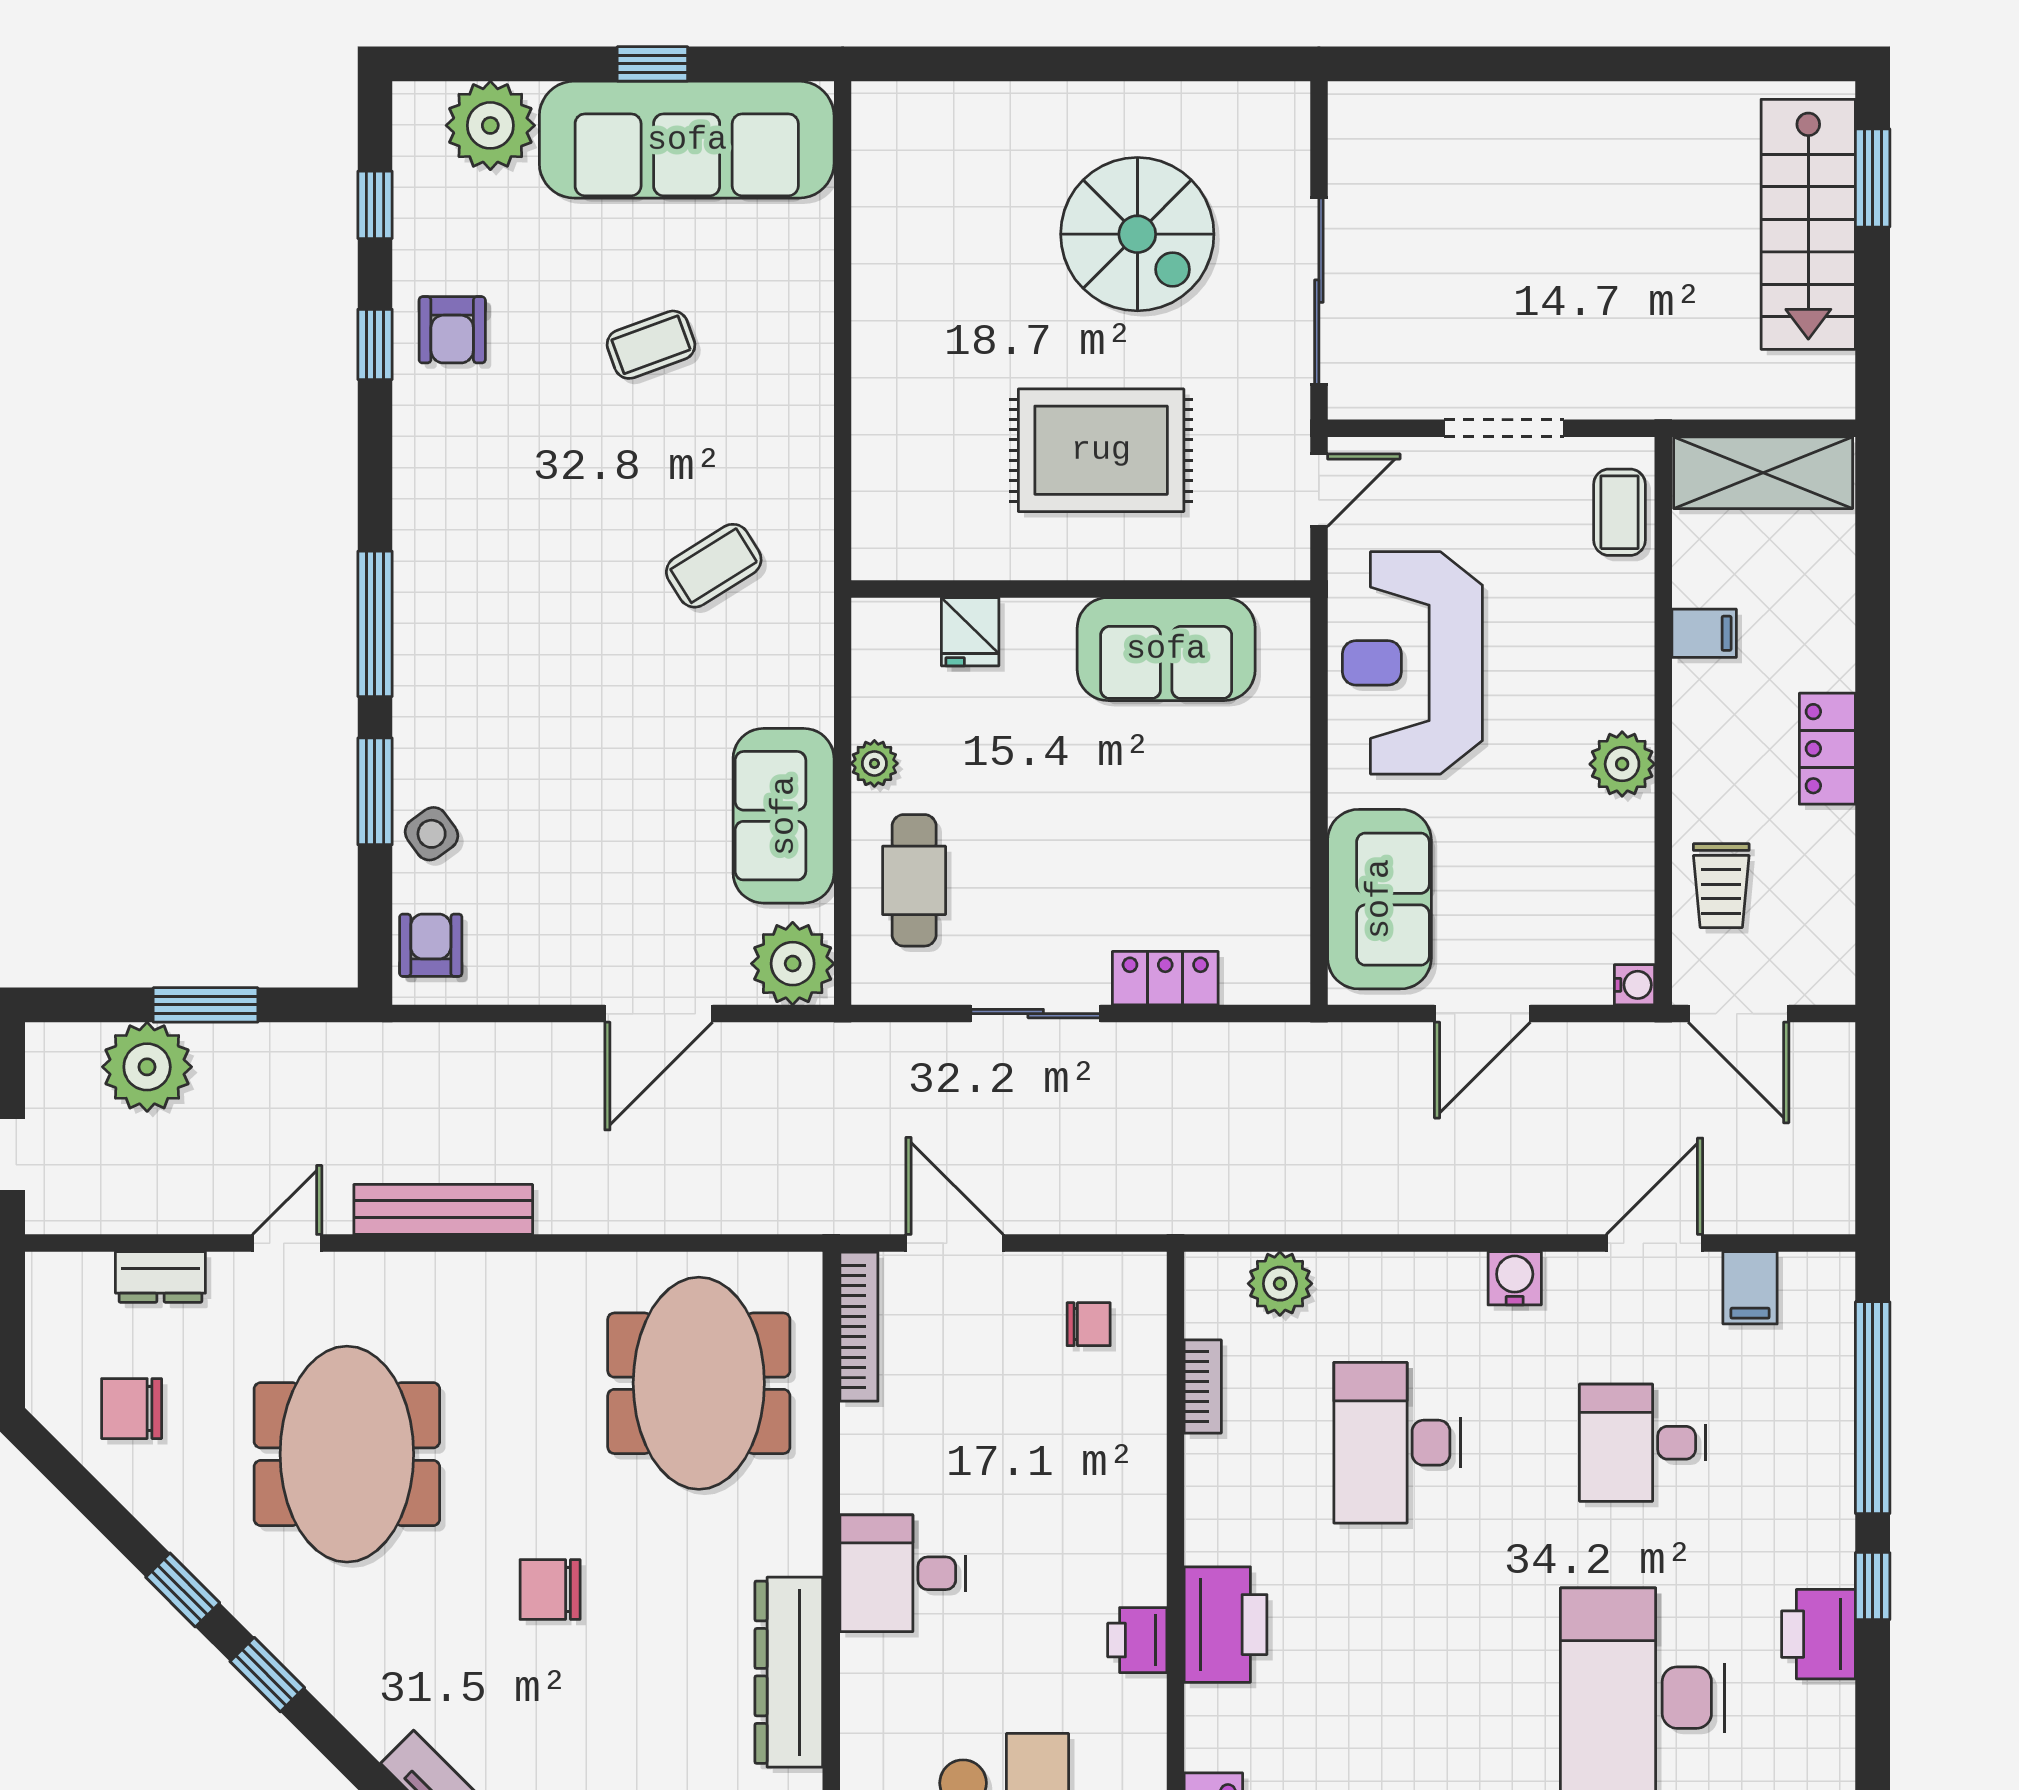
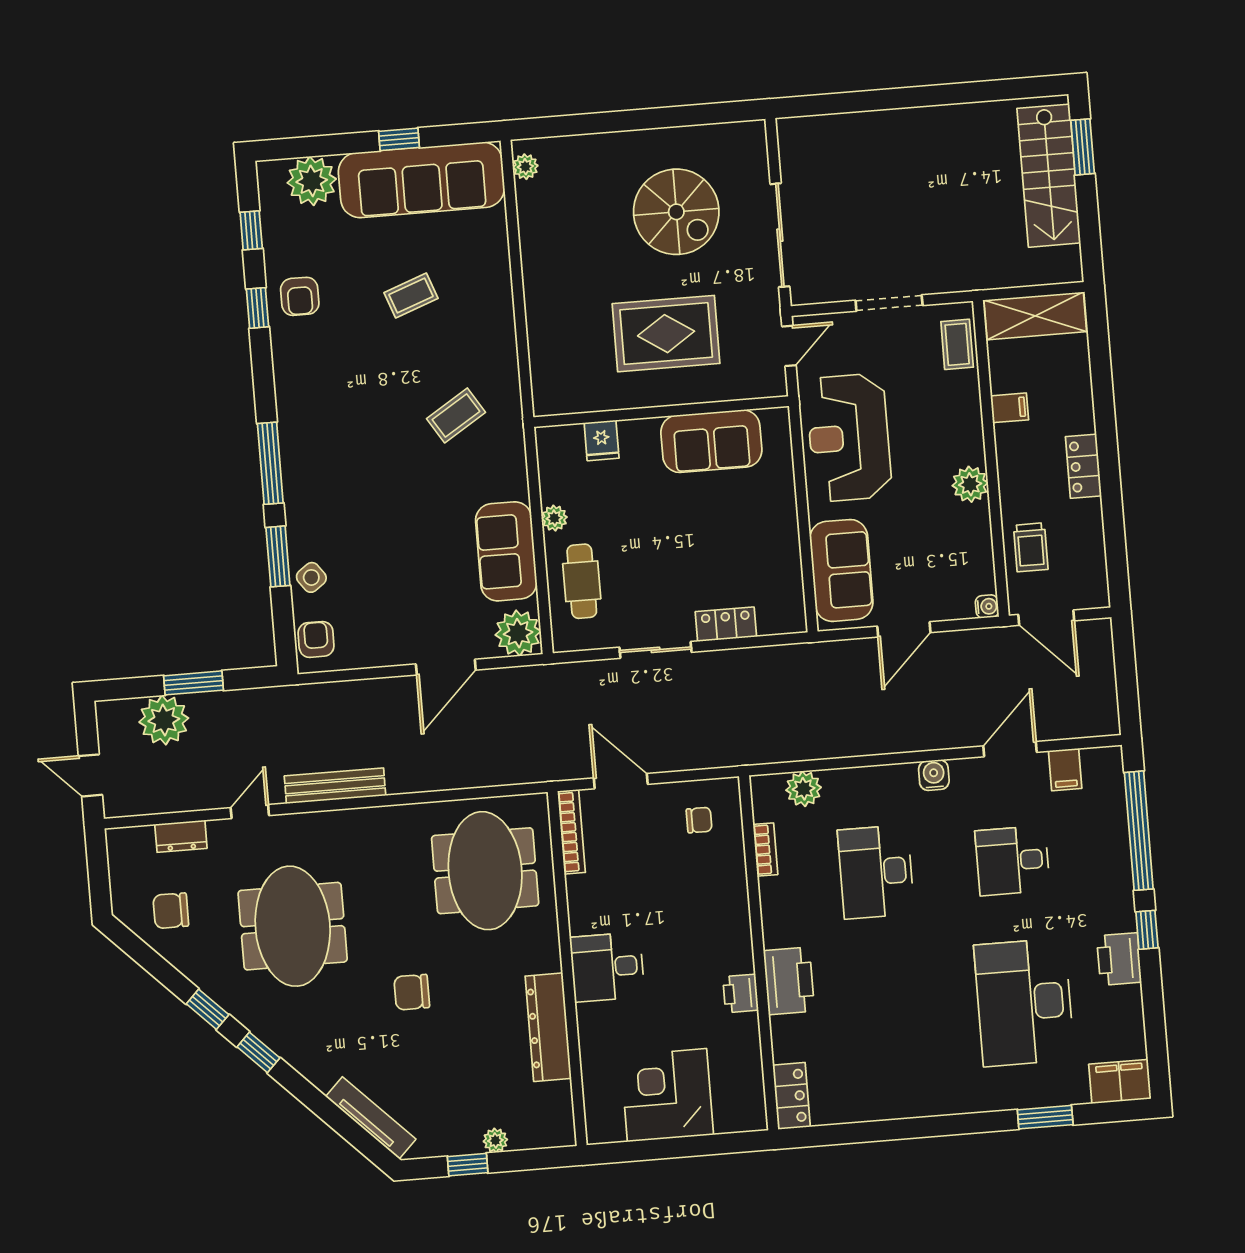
plant: (874, 131) -> (525, 167), added

